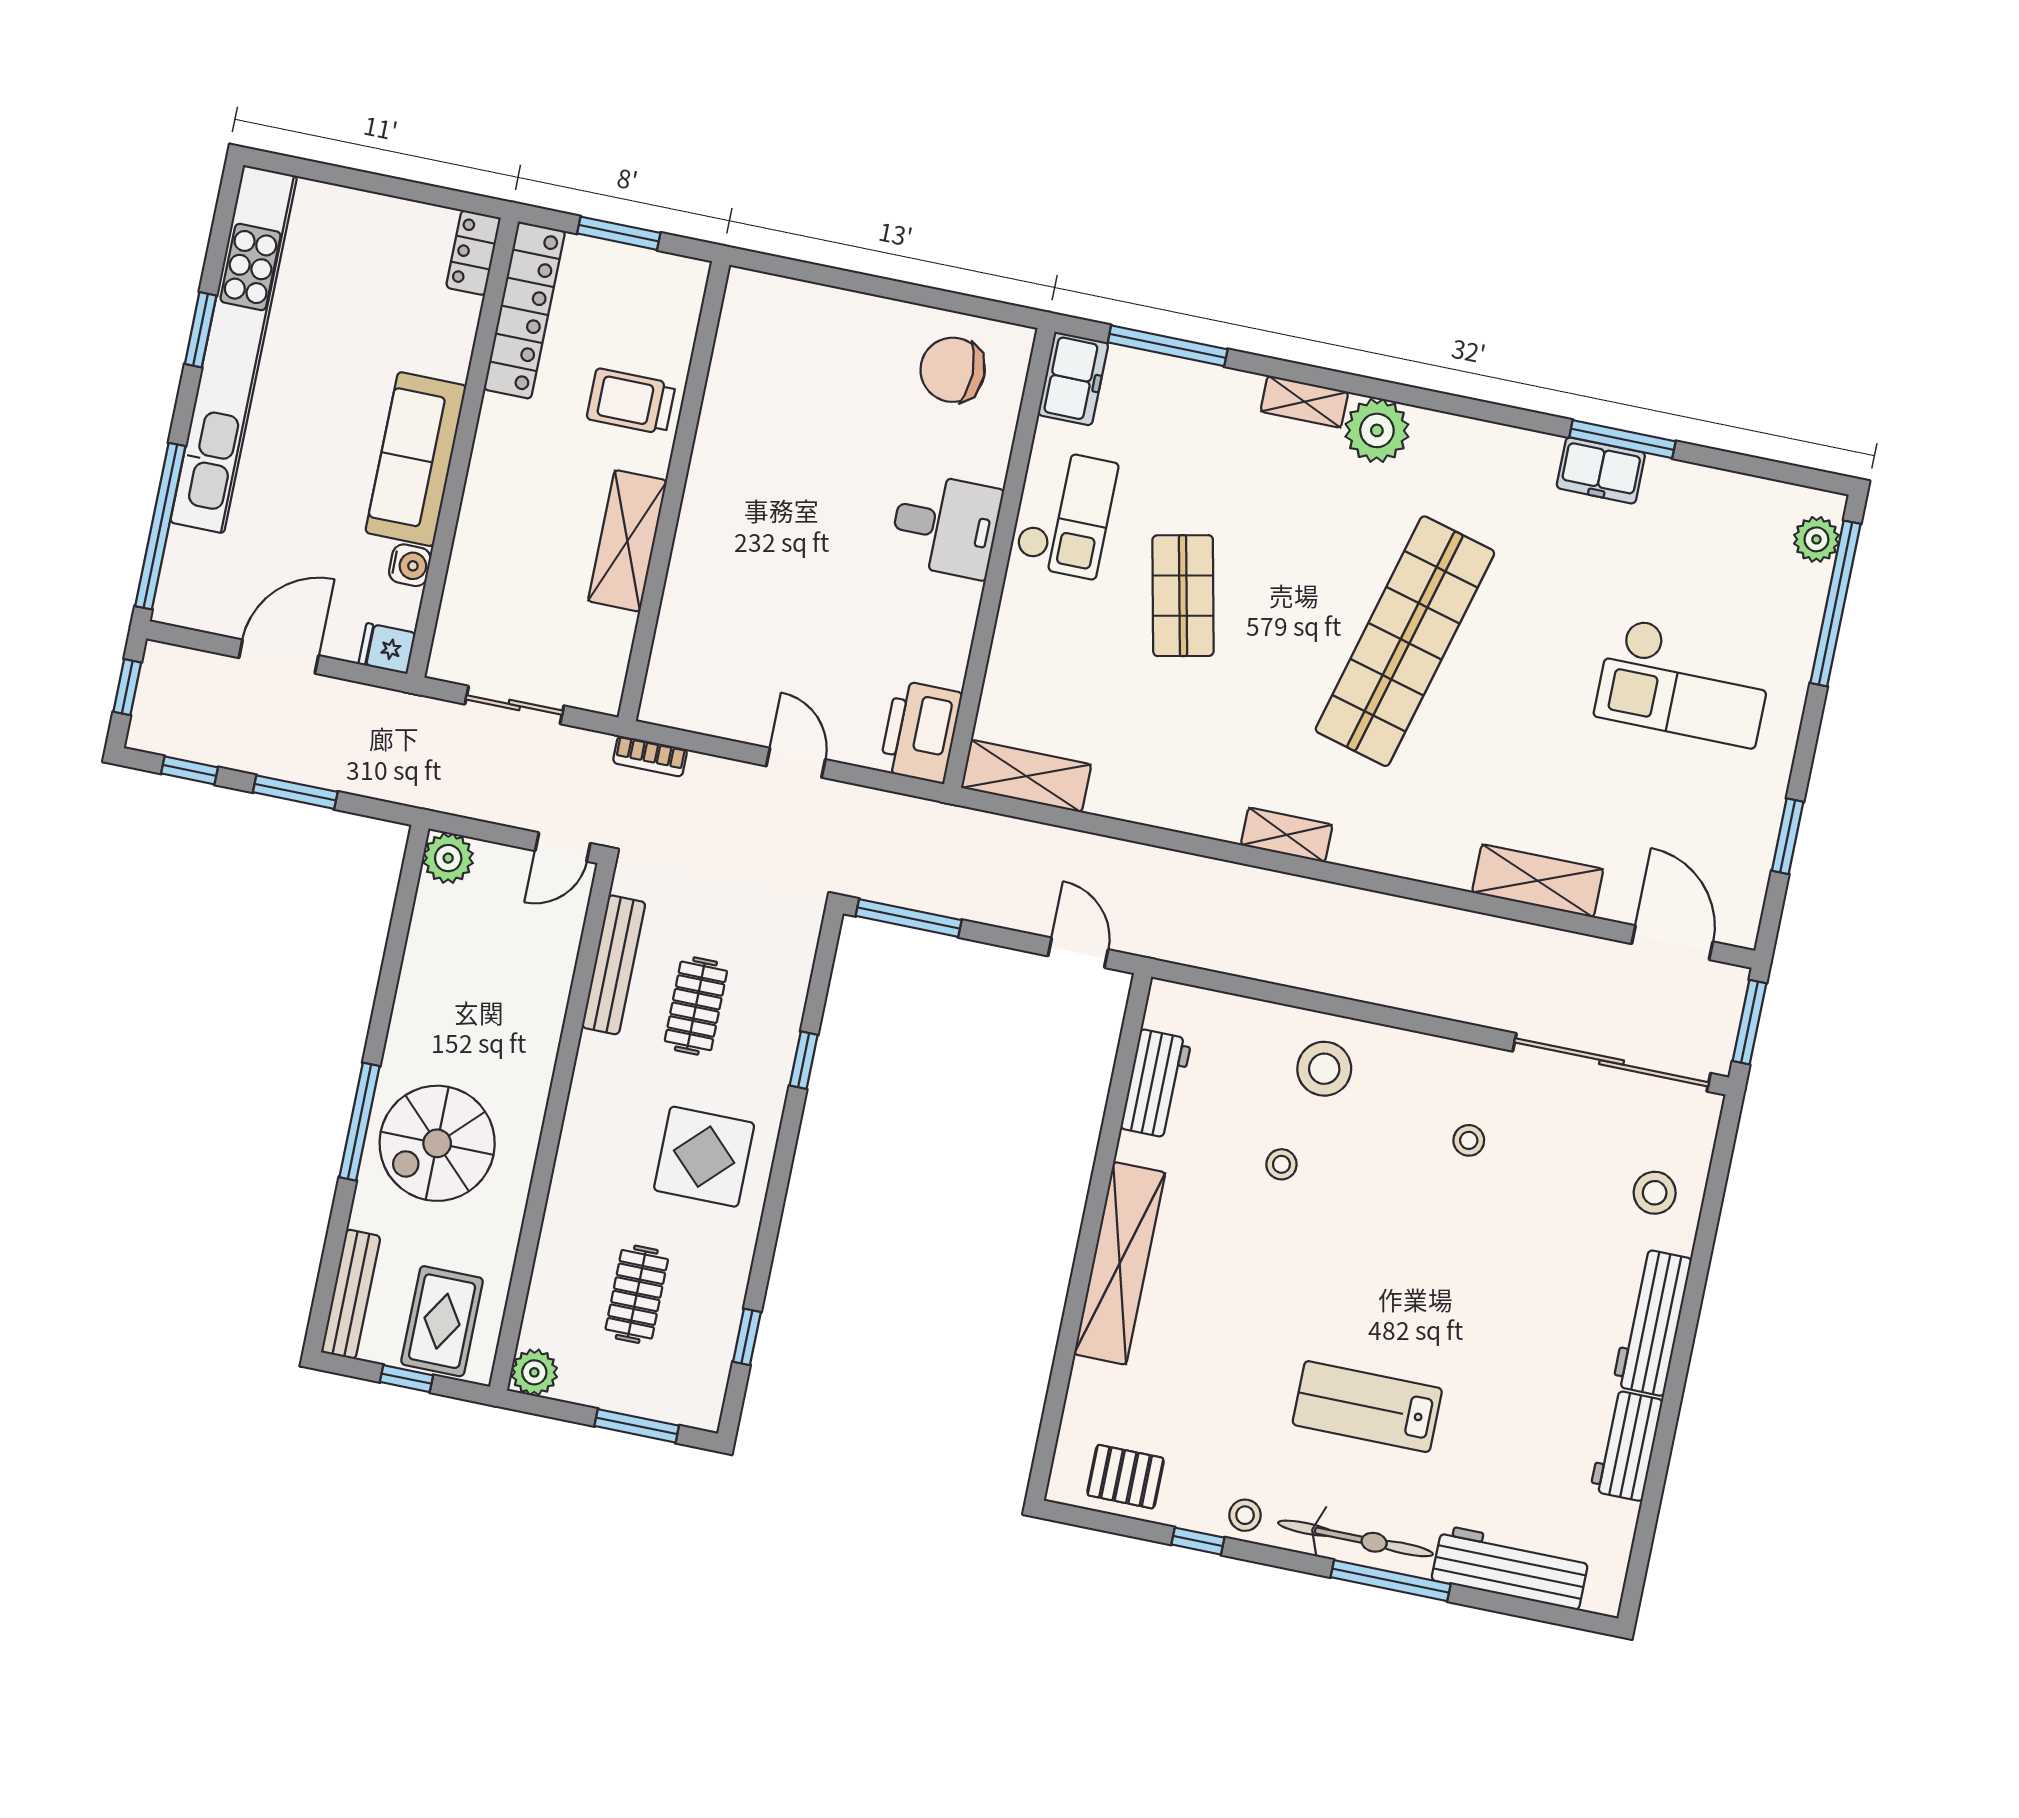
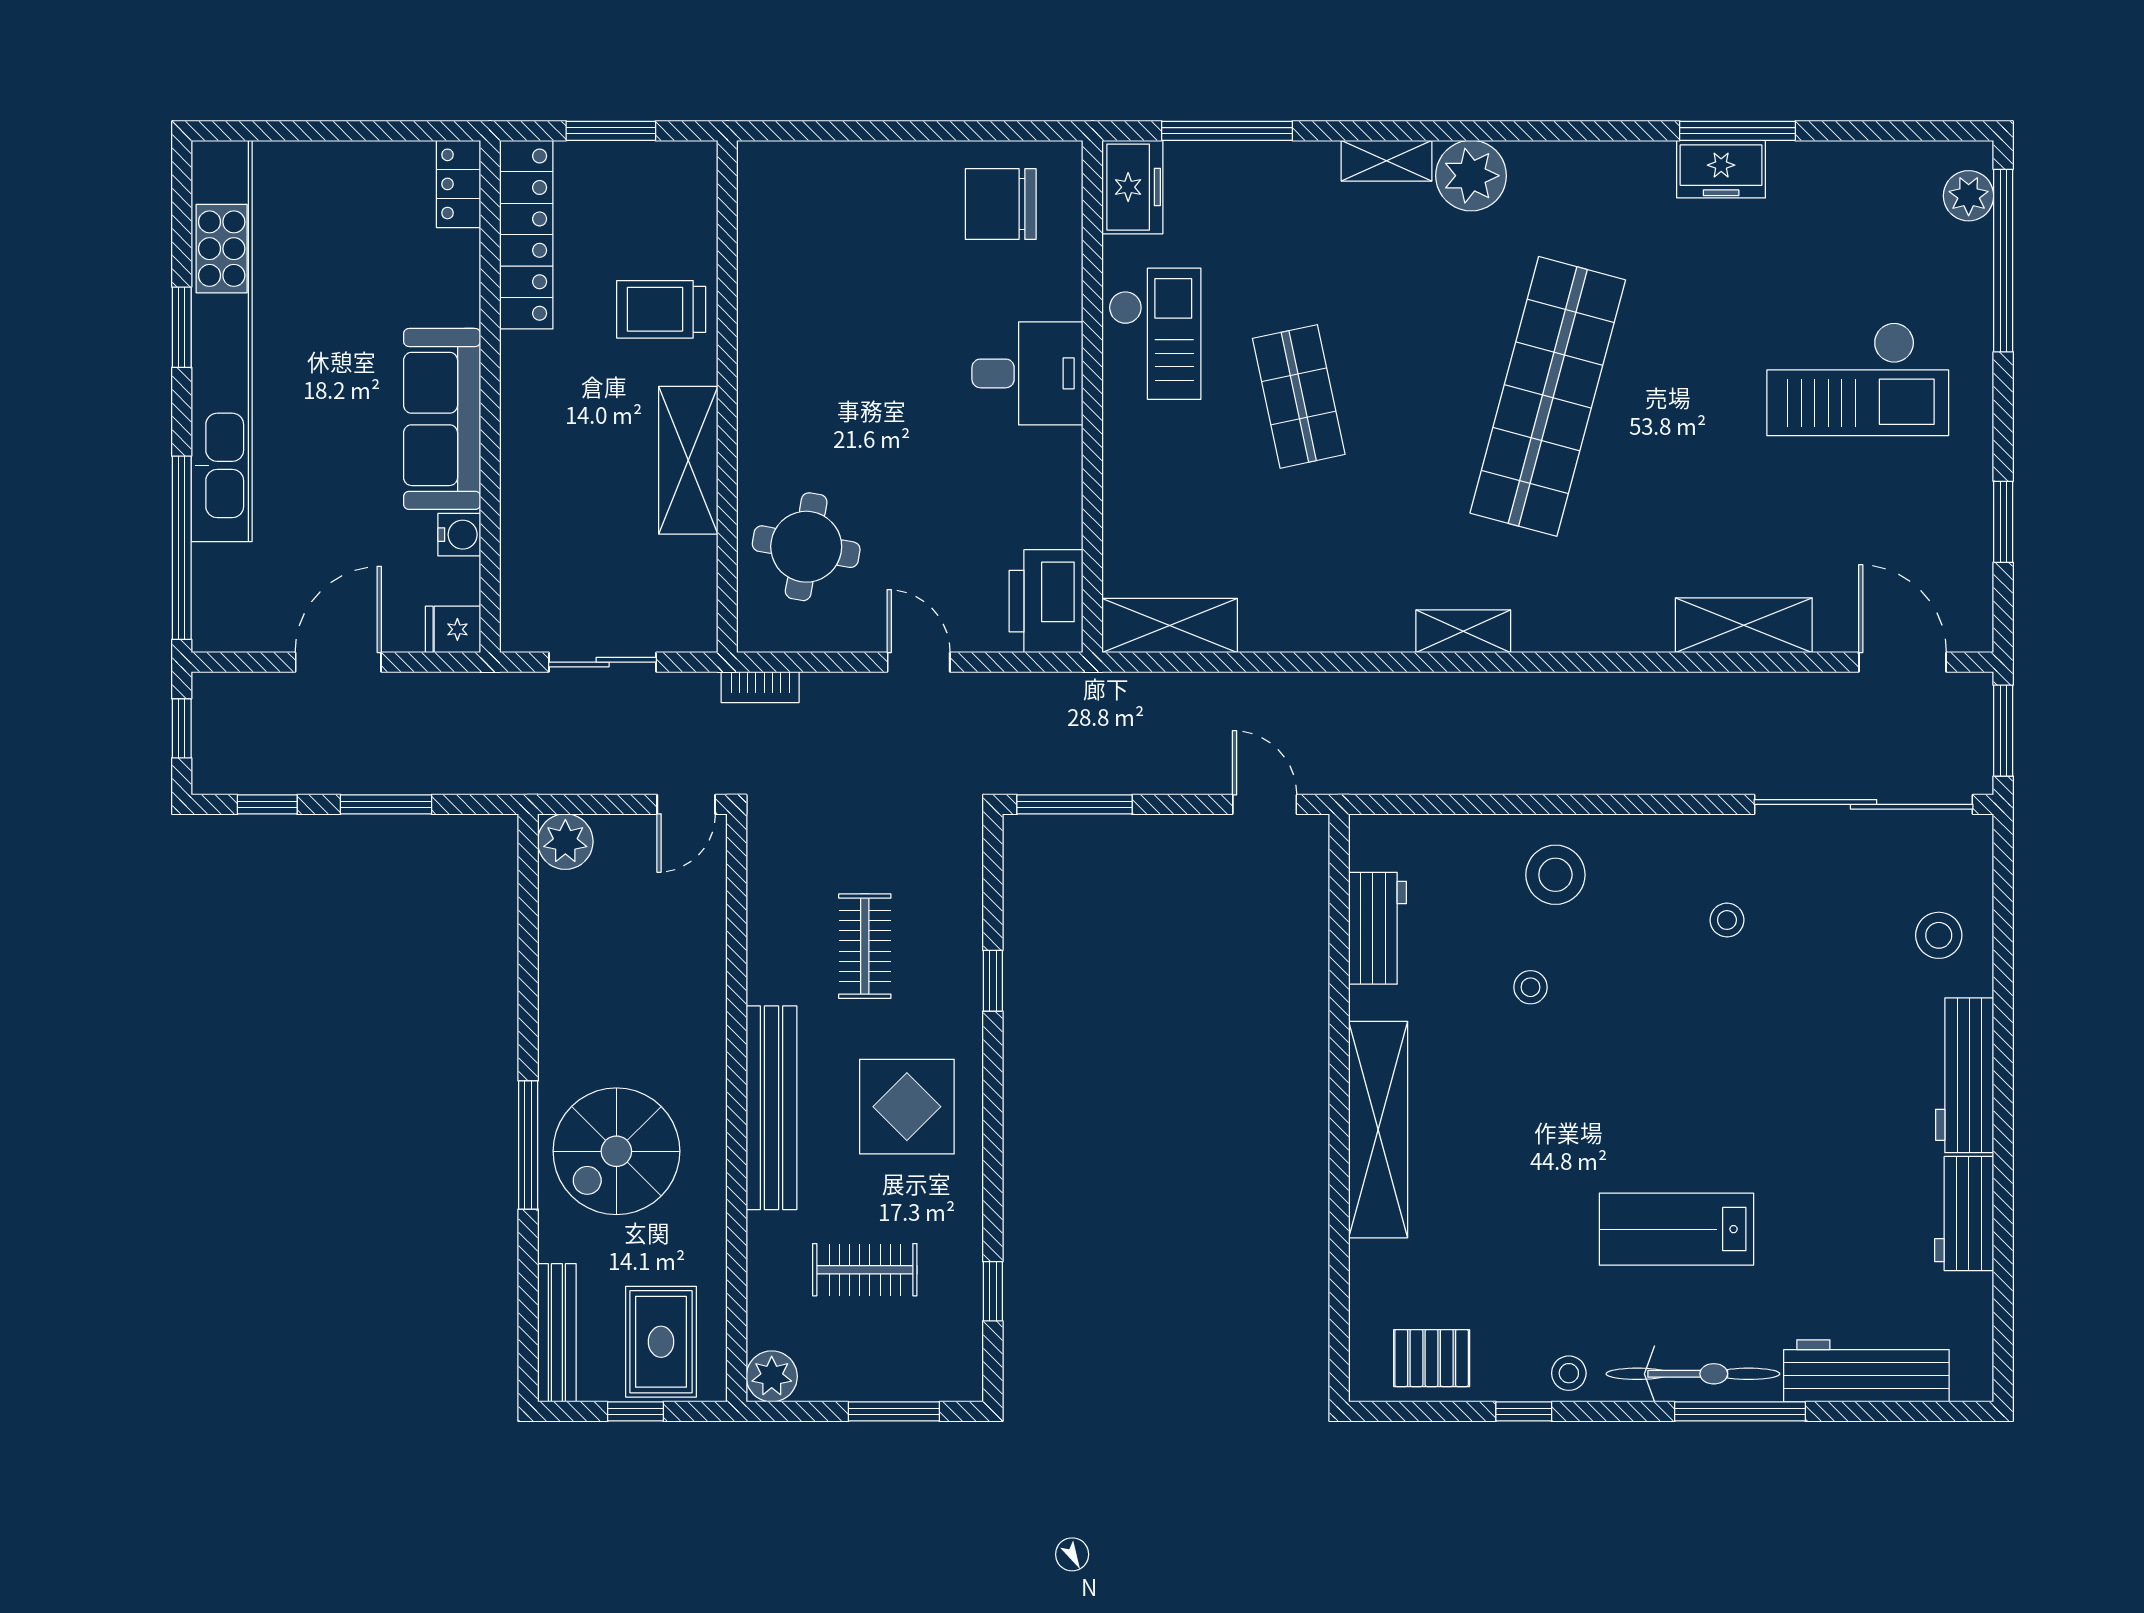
round table: (717, 639) -> (806, 547), added
bench: (614, 965) -> (772, 1108), moved, width x1.37, depth x1.21
clothes rail: (637, 1294) -> (865, 1270), turned 90

